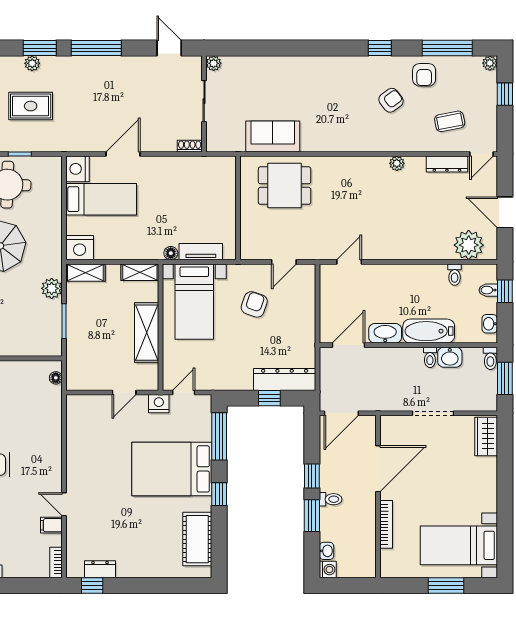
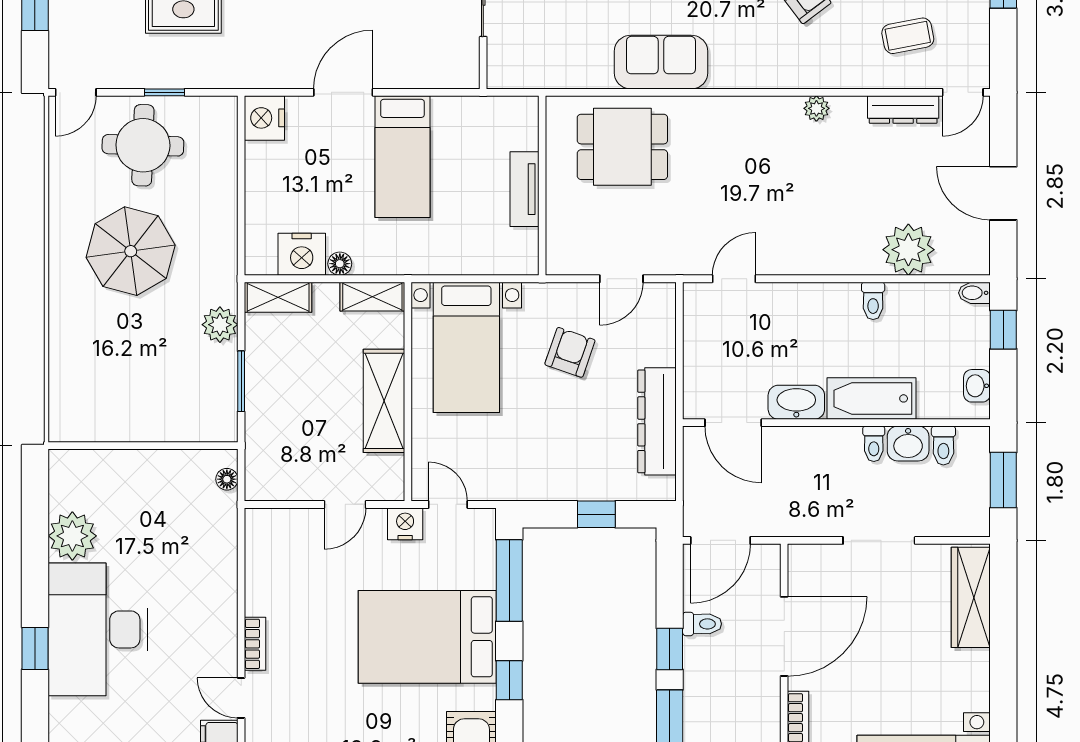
sofa: (273, 137) -> (661, 62), moved
shoe rack: (190, 146) -> (458, 79), removed
bed: (101, 199) -> (402, 157), moved, turned 90
plant: (469, 245) -> (908, 250), moved
nightstand: (80, 248) -> (302, 254), moved
tv unit: (201, 252) -> (524, 189), moved, turned -90
floor lamp: (171, 253) -> (340, 264), moved
toilet: (455, 275) -> (873, 301), moved
bidet: (488, 290) -> (974, 293), moved
door: (349, 345) -> (733, 423), swing flipped
toilet: (490, 358) -> (943, 446), moved
dresser: (285, 379) -> (657, 421), moved, turned -90
door: (184, 392) -> (448, 504), hinge flipped
wardrobe: (486, 436) -> (971, 597), width x1.50
bookcase: (72, 473) -> (255, 644), added
toilet: (331, 499) -> (702, 624), moved

